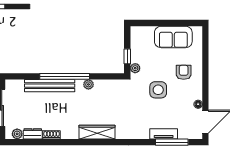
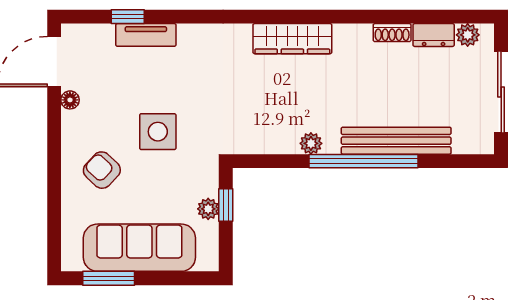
window: (181, 23) -> (109, 278), added
sofa: (173, 37) -> (139, 248), width x1.36
plant: (135, 68) -> (208, 209), moved
armchair: (184, 72) -> (102, 170), turned 133
window: (172, 142) -> (128, 17), width x0.46

